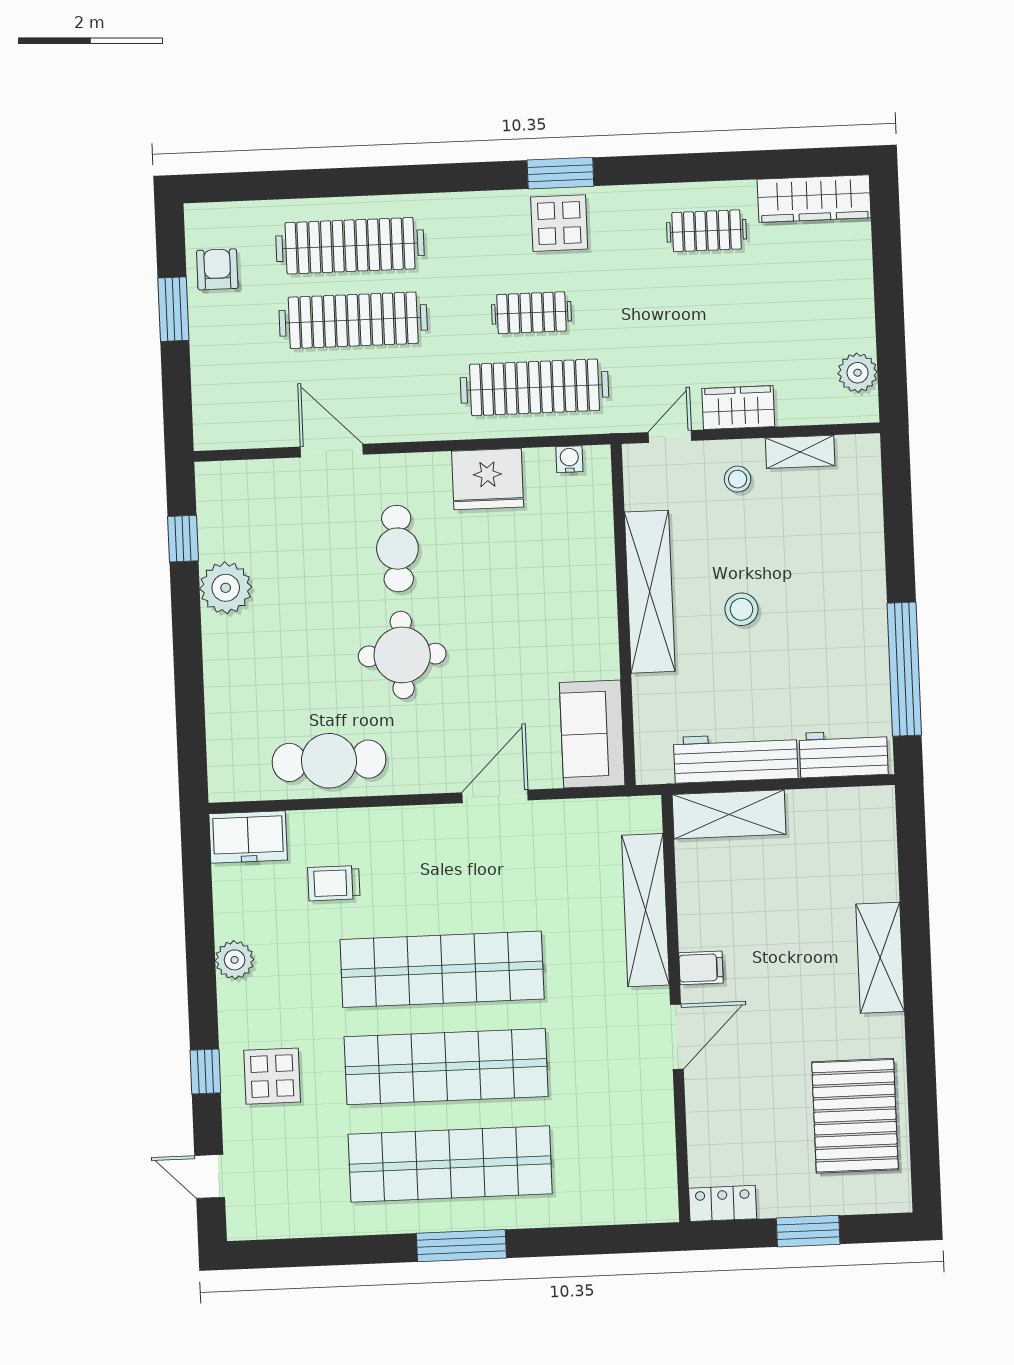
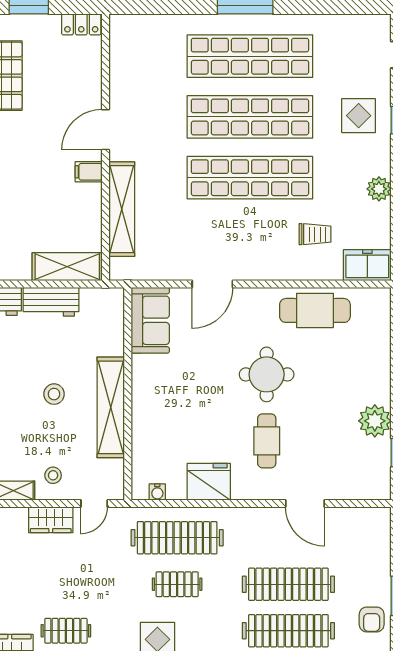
workbench: (736, 758) -> (51, 302), width x0.73

